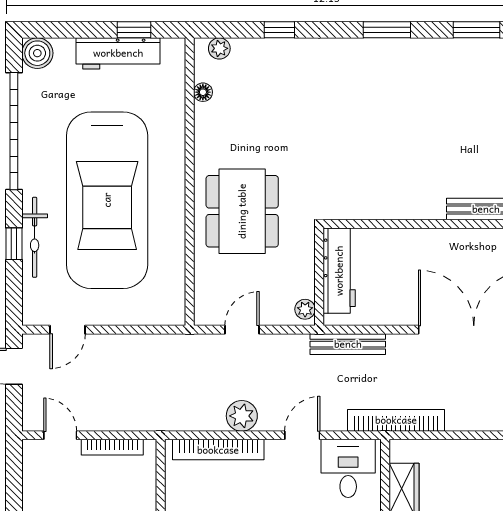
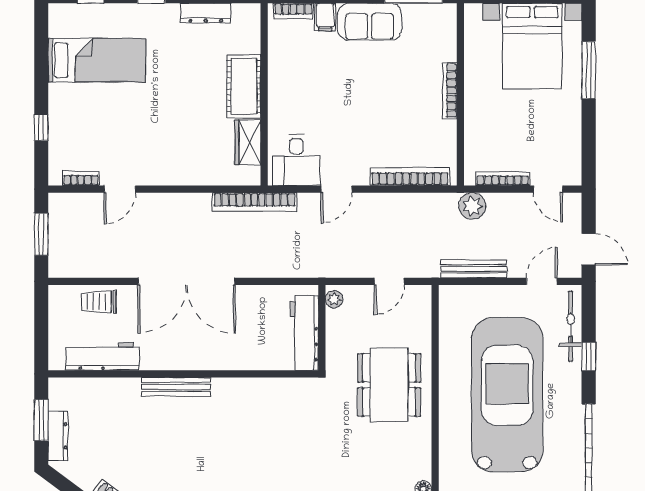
bicycle: (35, 237) -> (571, 326), moved
bench: (348, 344) -> (474, 269), moved
plant: (242, 416) -> (472, 206), moved

